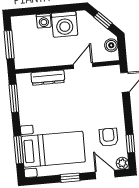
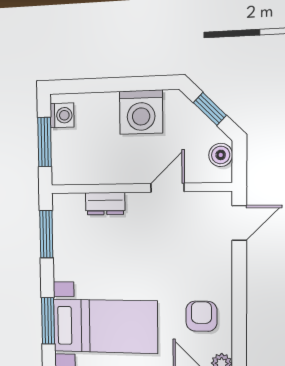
washing machine: (44, 21) -> (62, 115), moved, turned -90
dresser: (48, 78) -> (105, 204), width x0.70
window: (130, 144) -> (239, 331), removed

